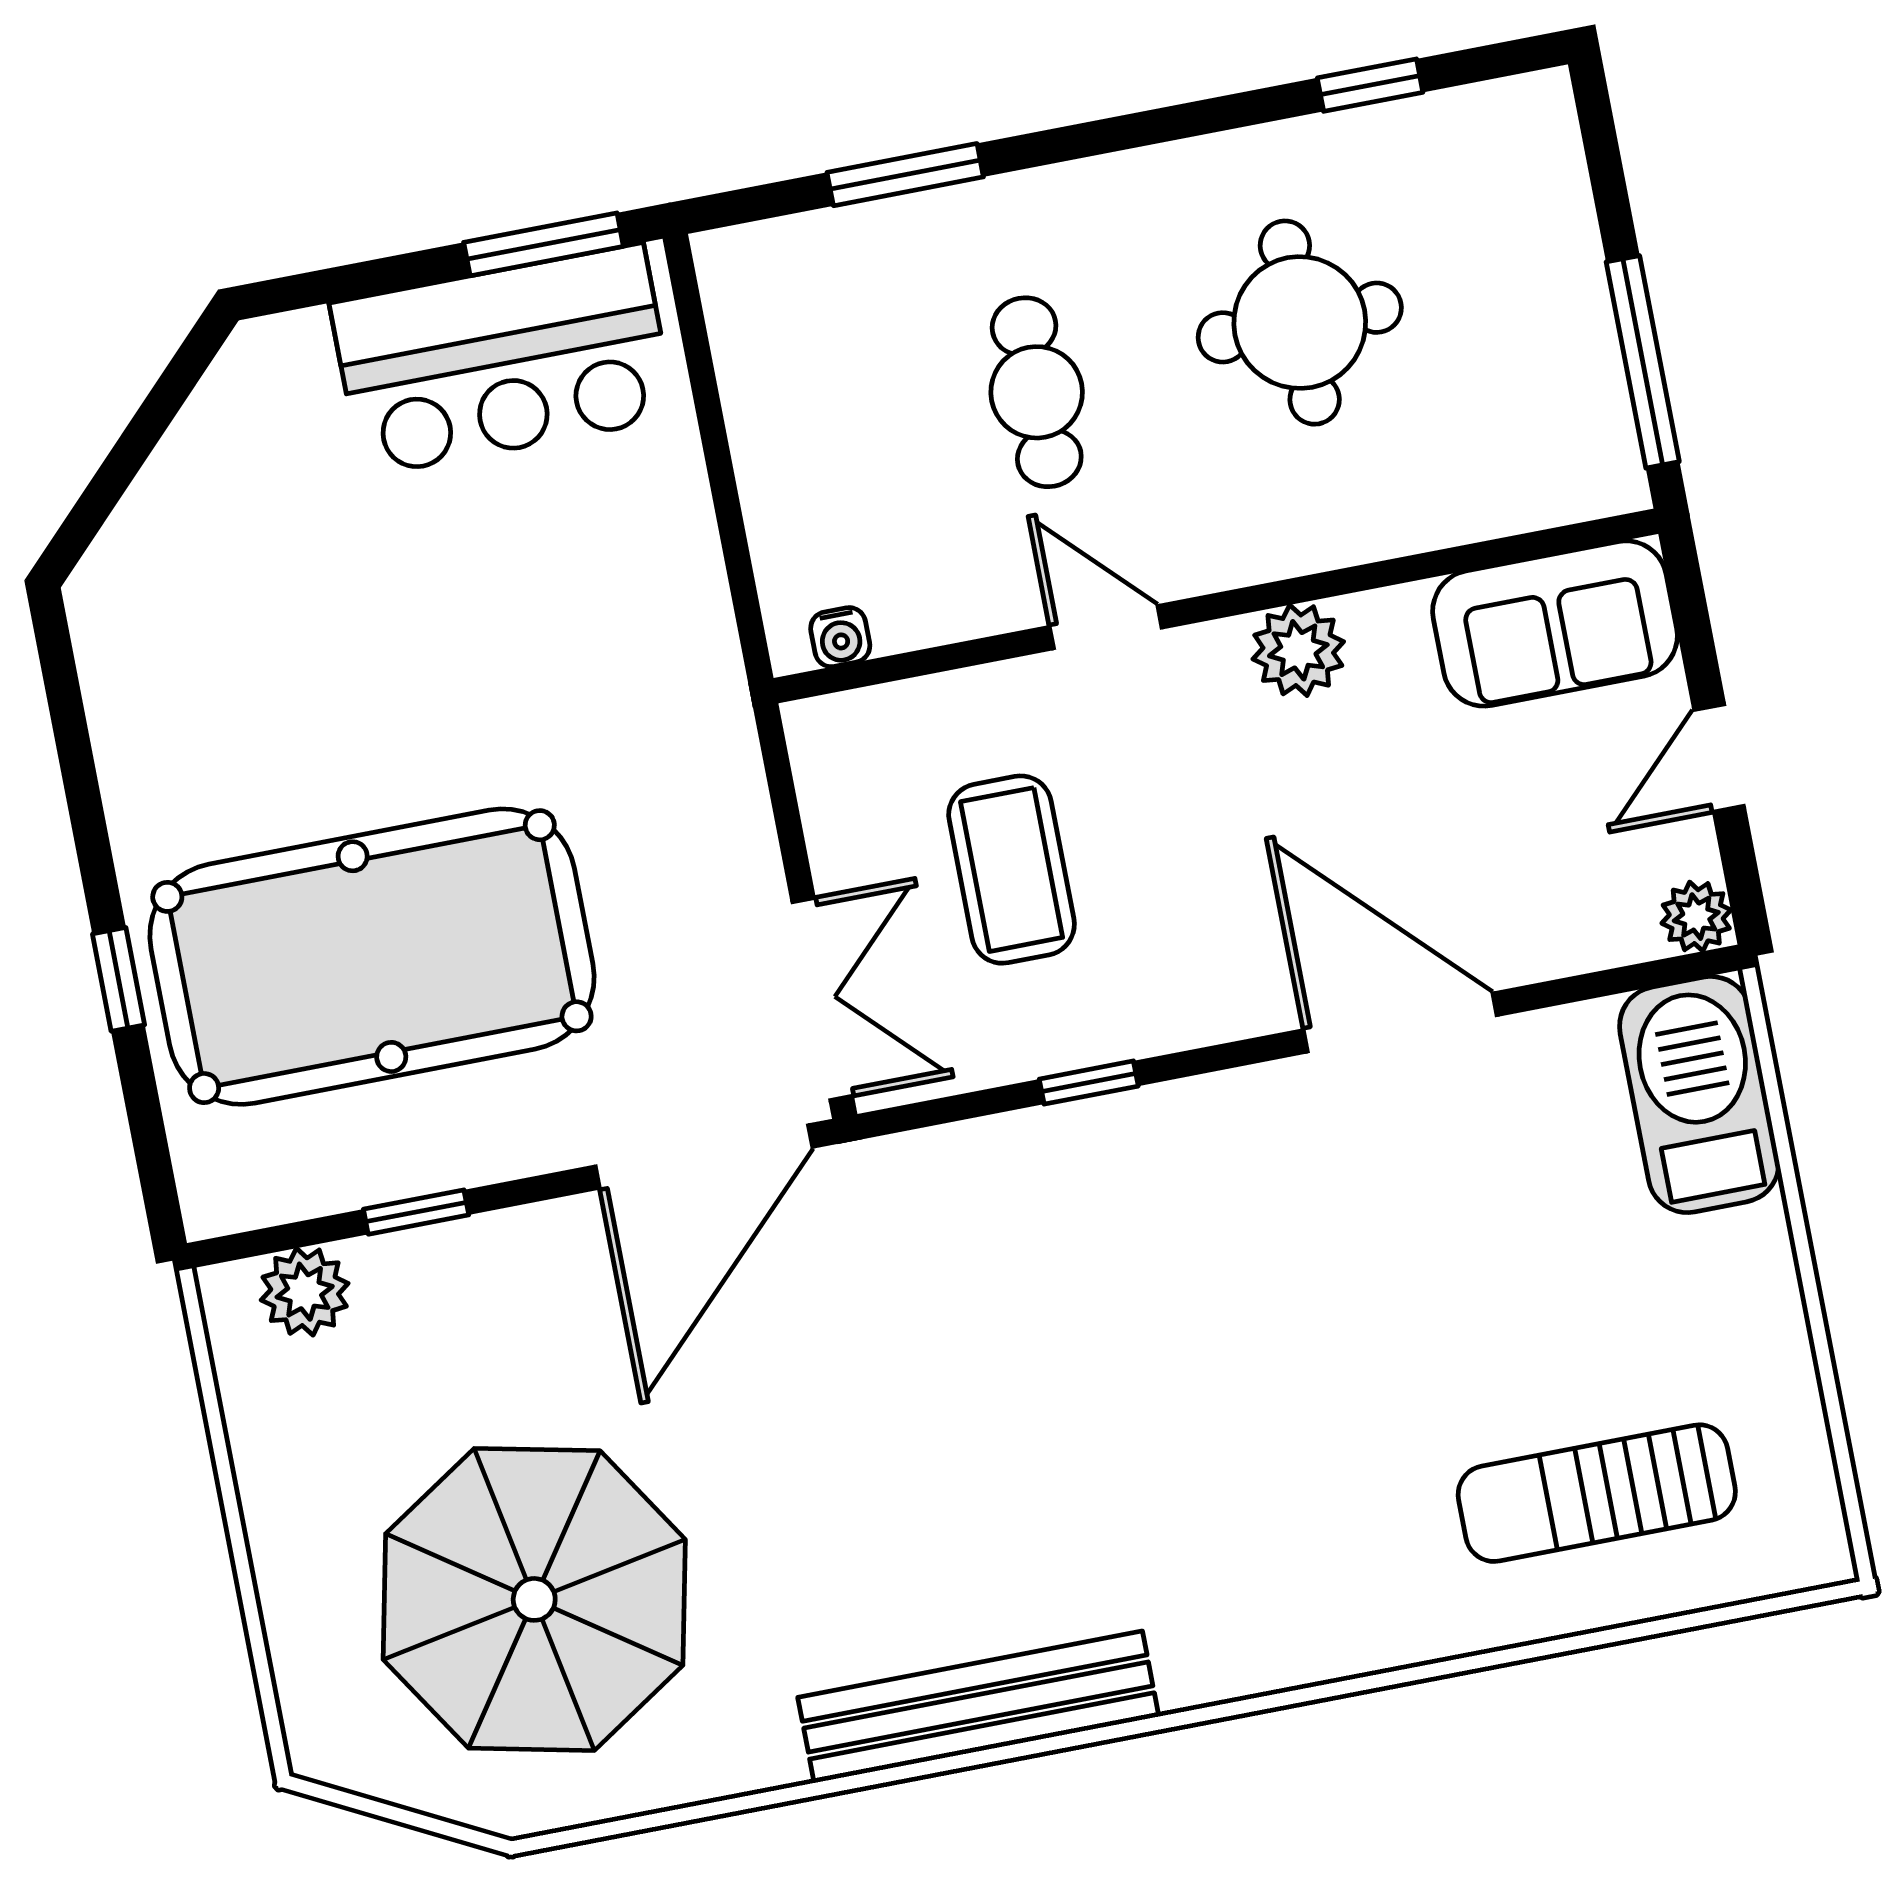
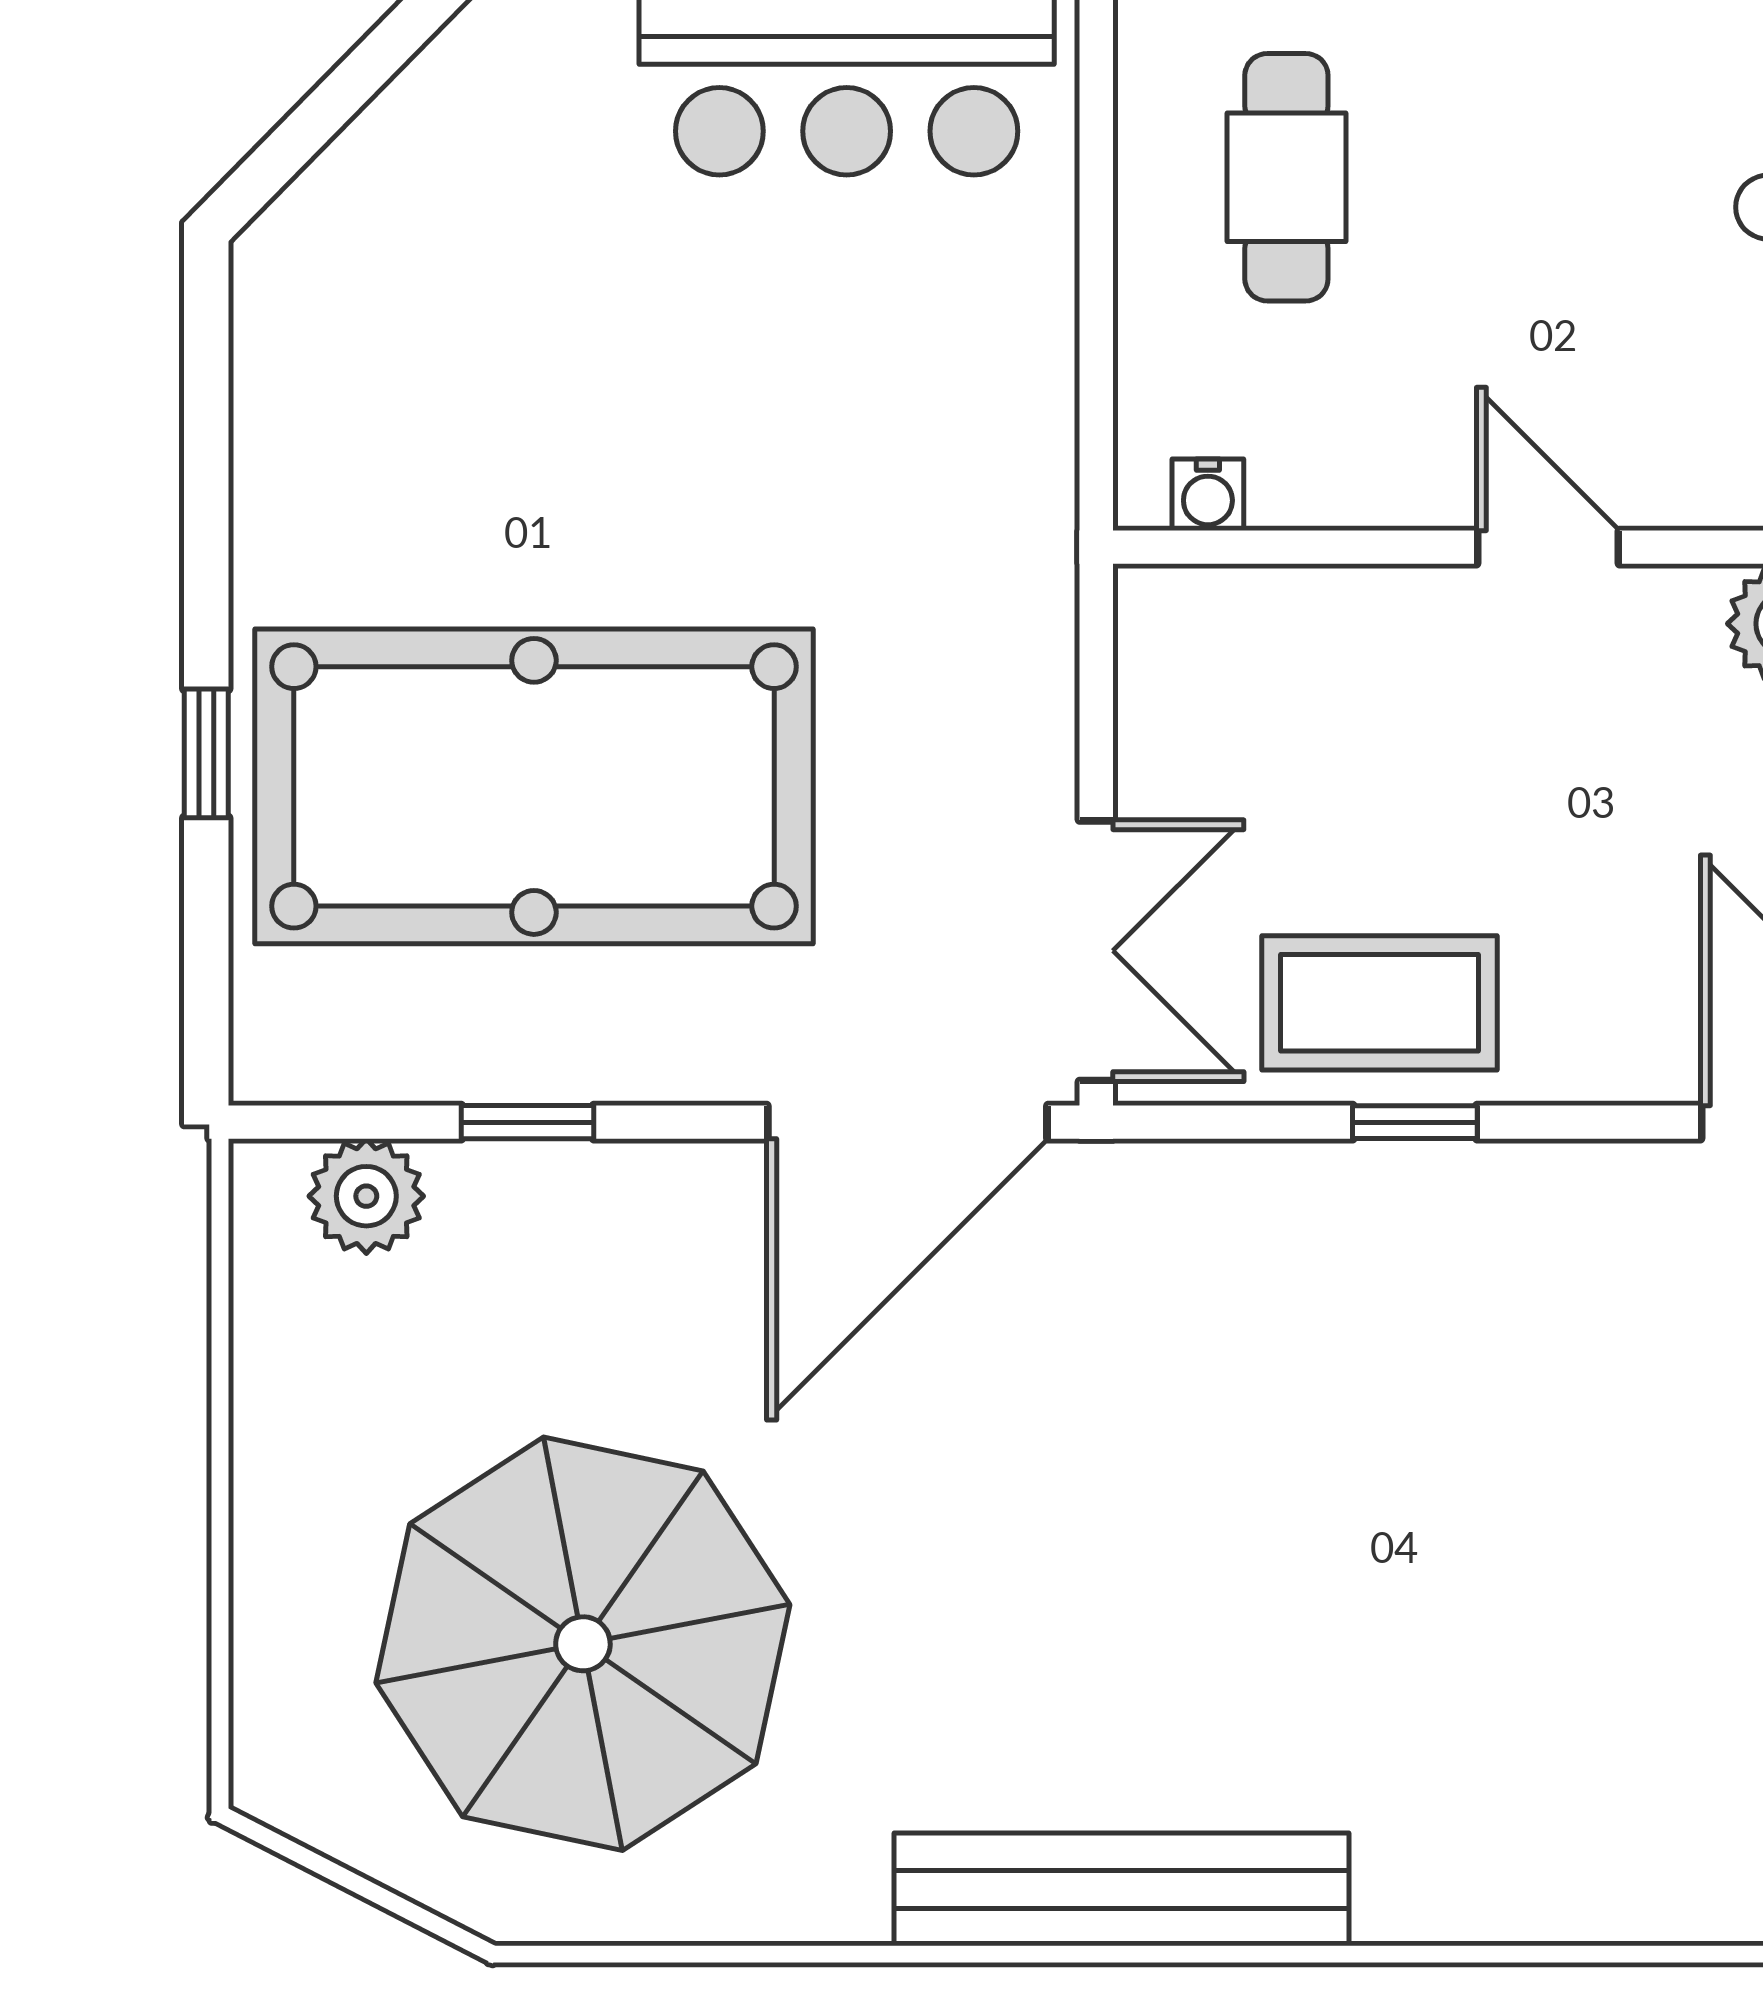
cafe table: (1037, 392) -> (1286, 177), moved
coffee table: (1012, 870) -> (1379, 1003), moved, turned 90

